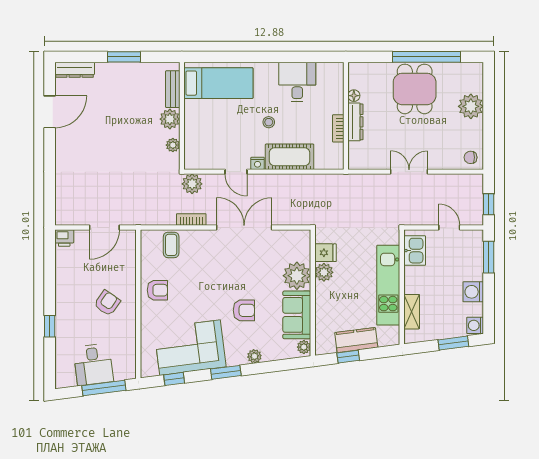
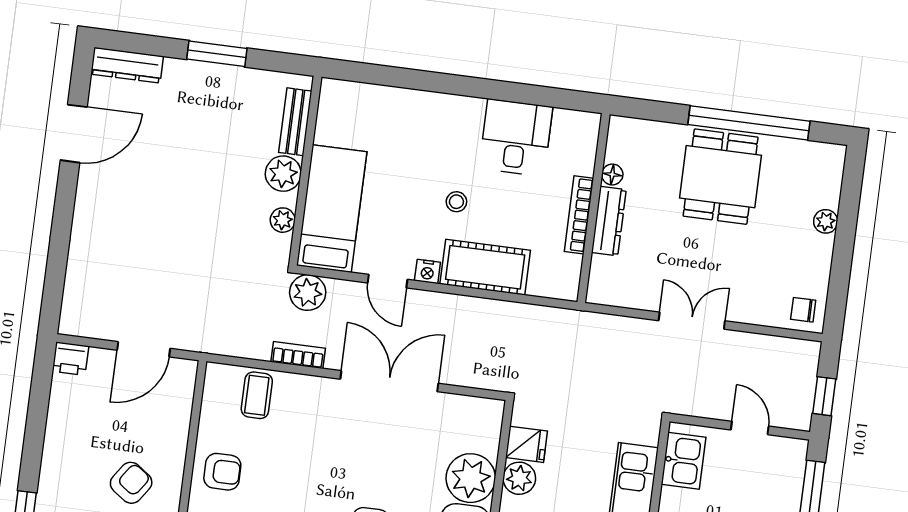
bed: (218, 83) -> (332, 209), moved, turned -90
plant: (471, 106) -> (826, 221), width x0.53, depth x0.53
bookcase: (338, 128) -> (579, 215), width x1.56

